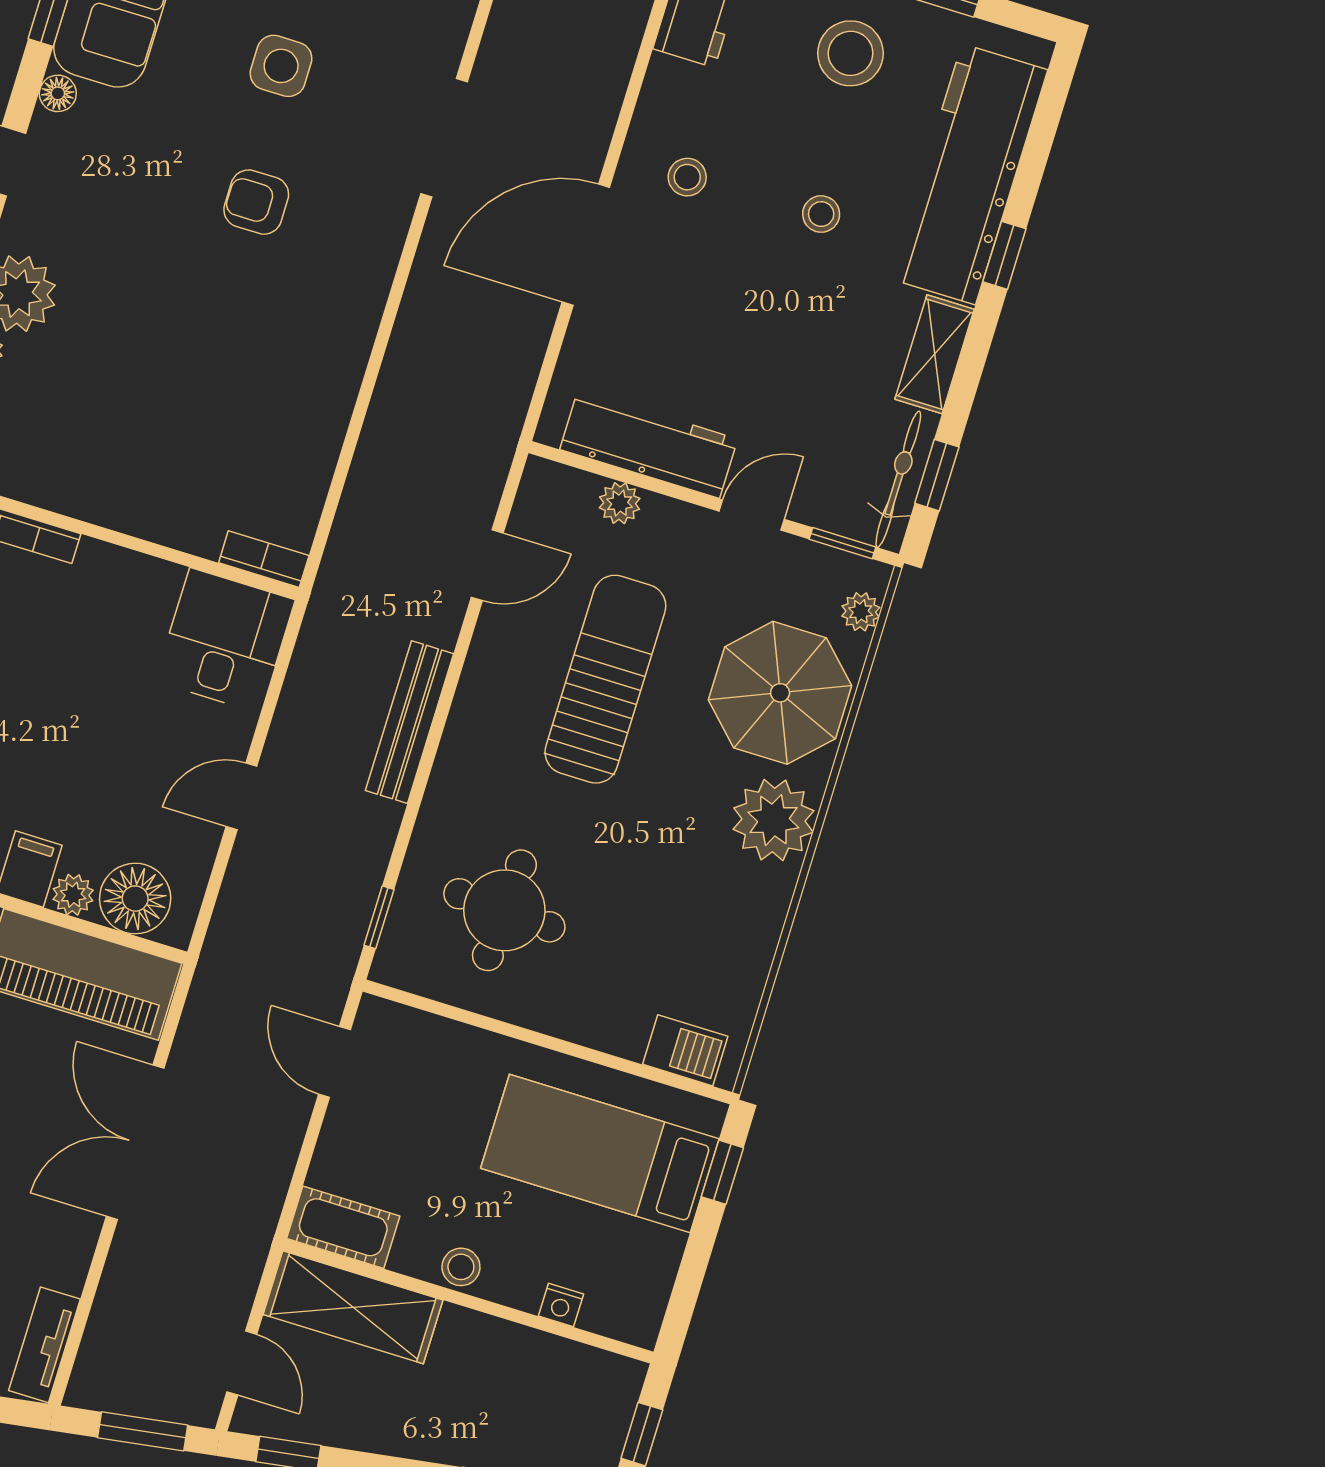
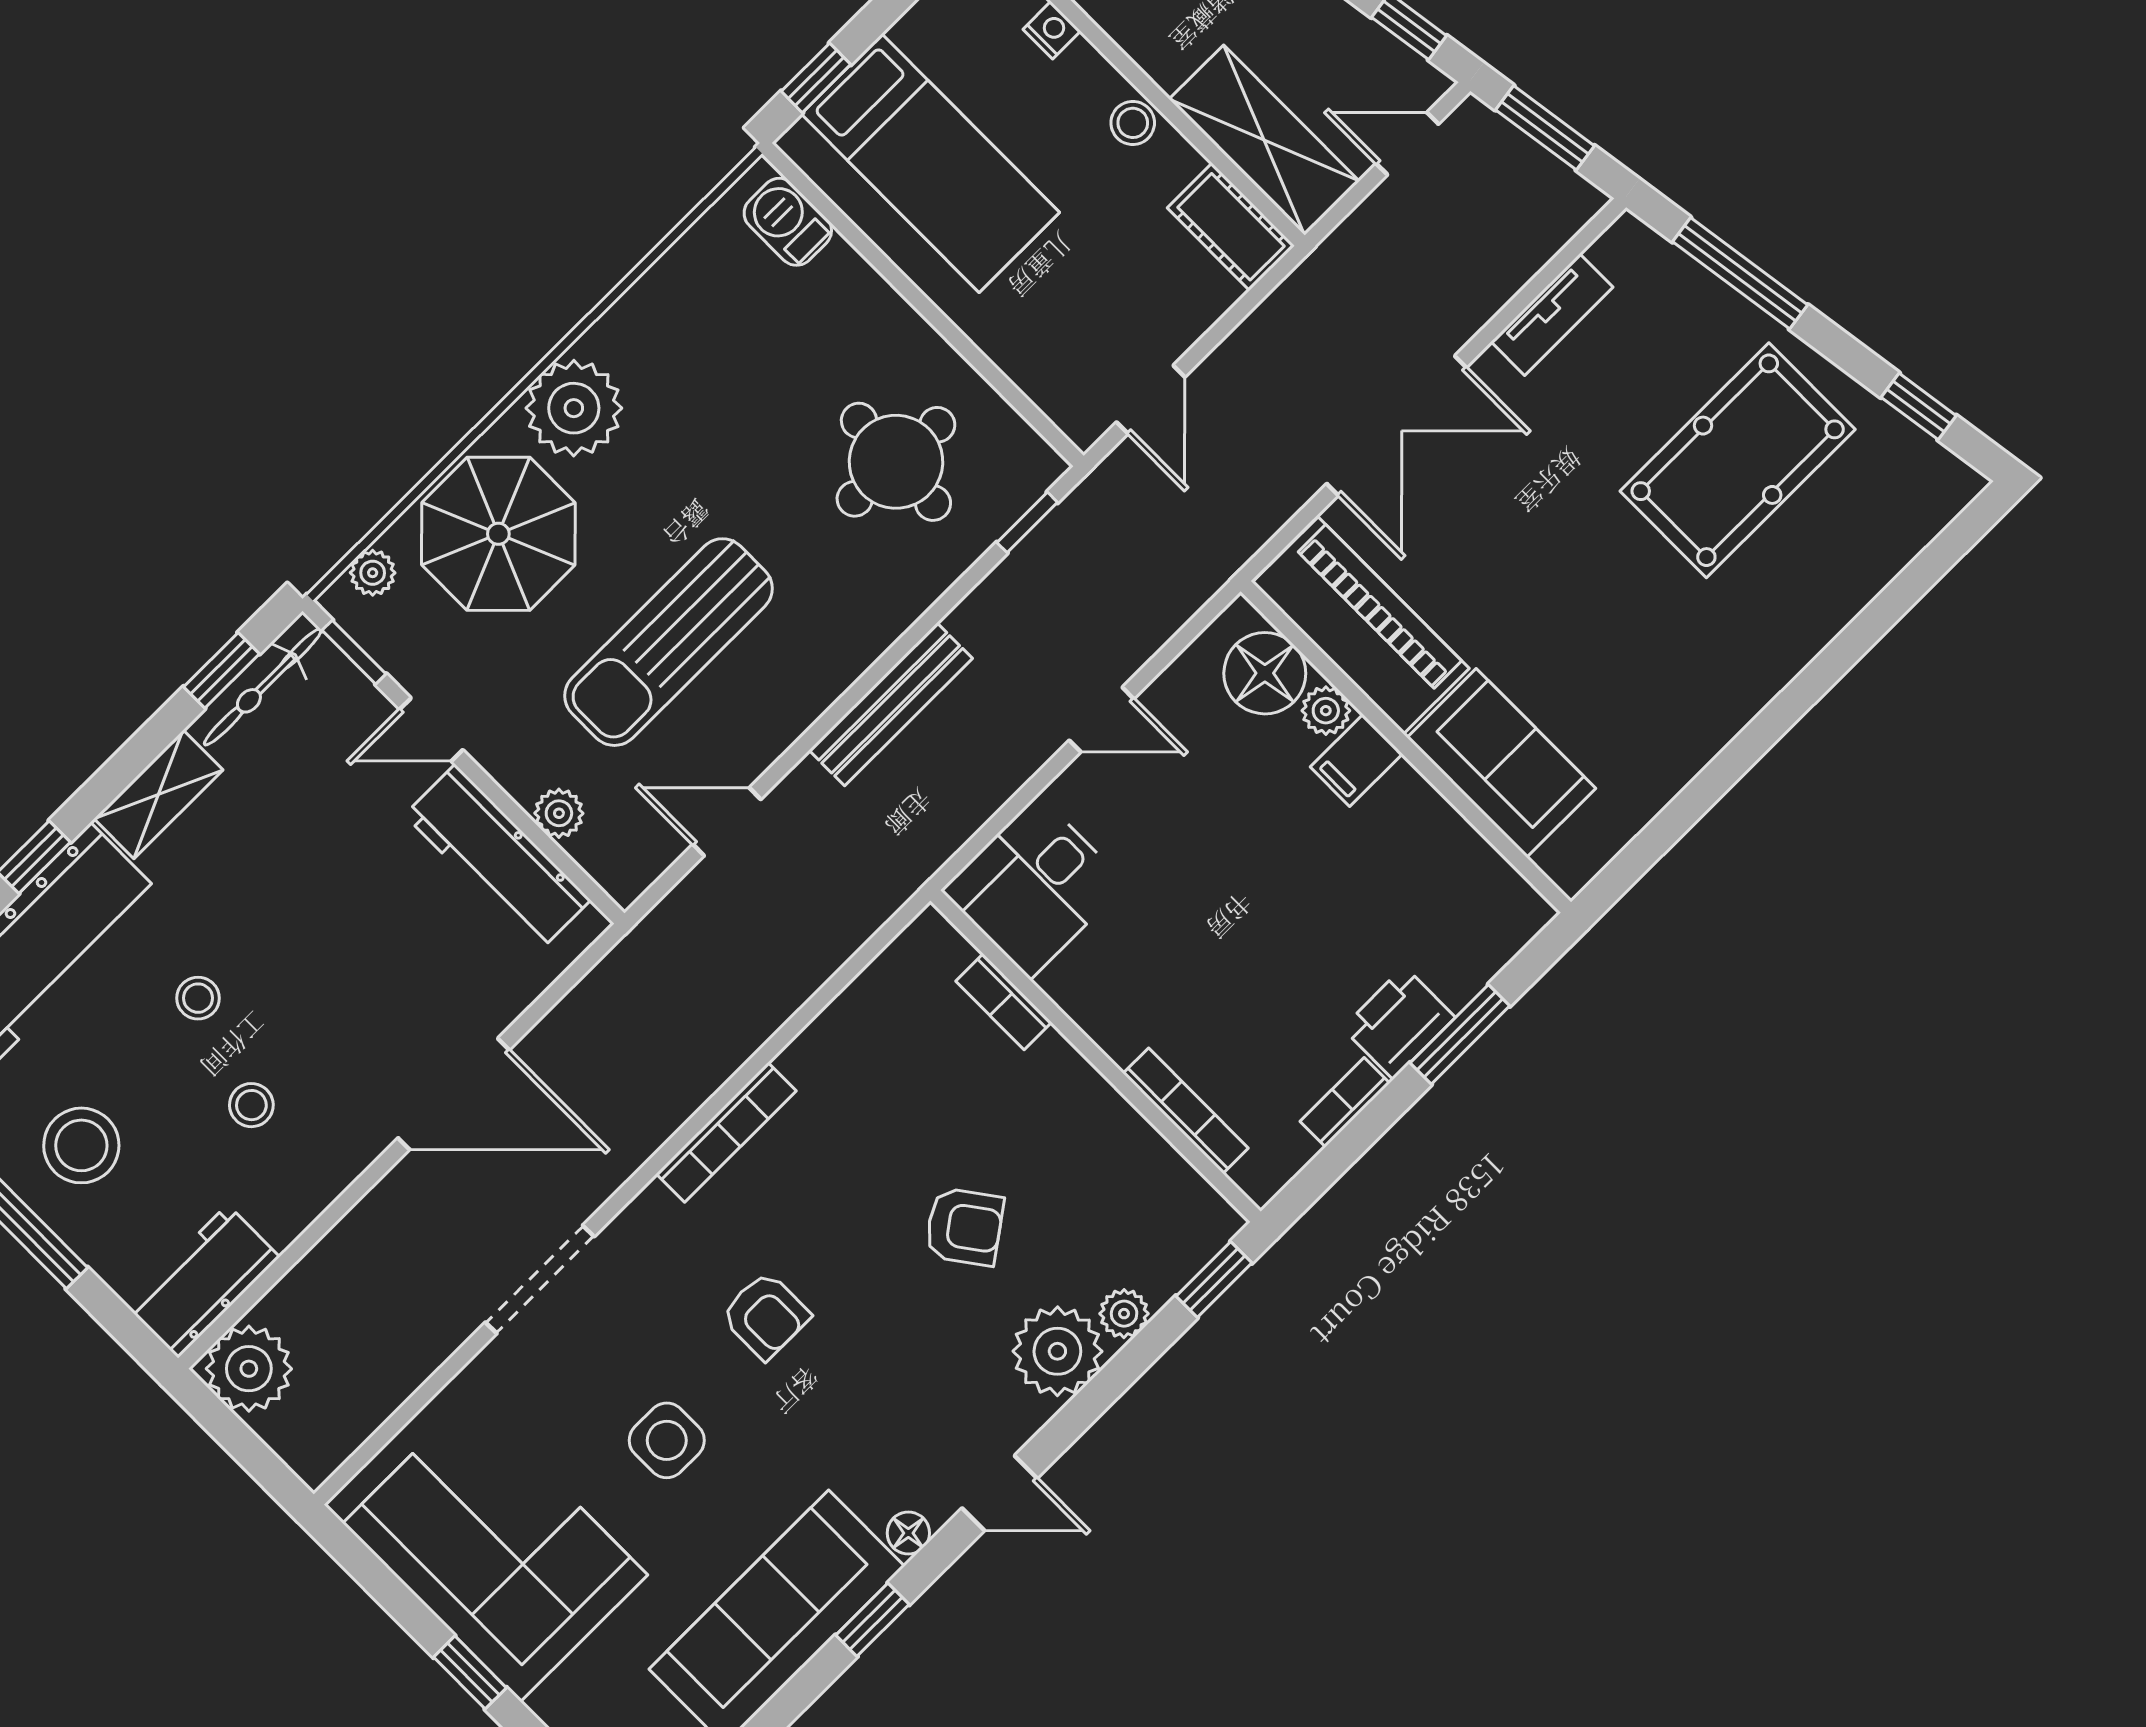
stool: (687, 177) -> (251, 1105), moved
bookcase: (361, 327) -> (726, 1132), added
armchair: (140, 351) -> (964, 1227), added
bookcase: (264, 559) -> (1004, 1002), moved
tv unit: (45, 1345) -> (1552, 314), moved
door: (242, 1363) -> (1407, 144), hinge flipped

